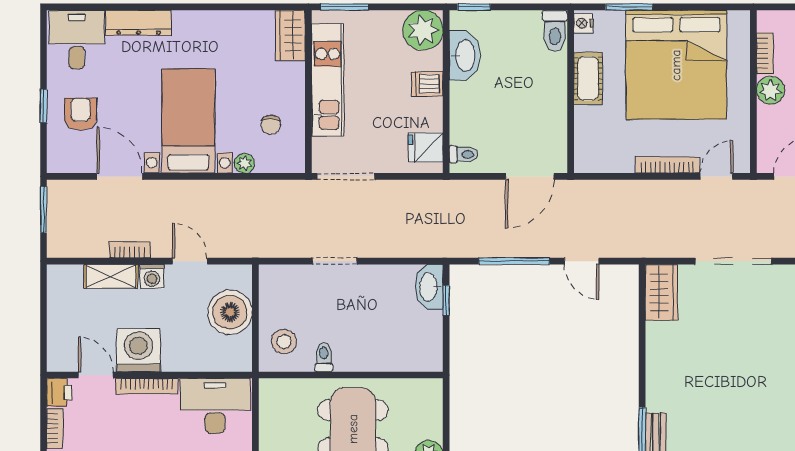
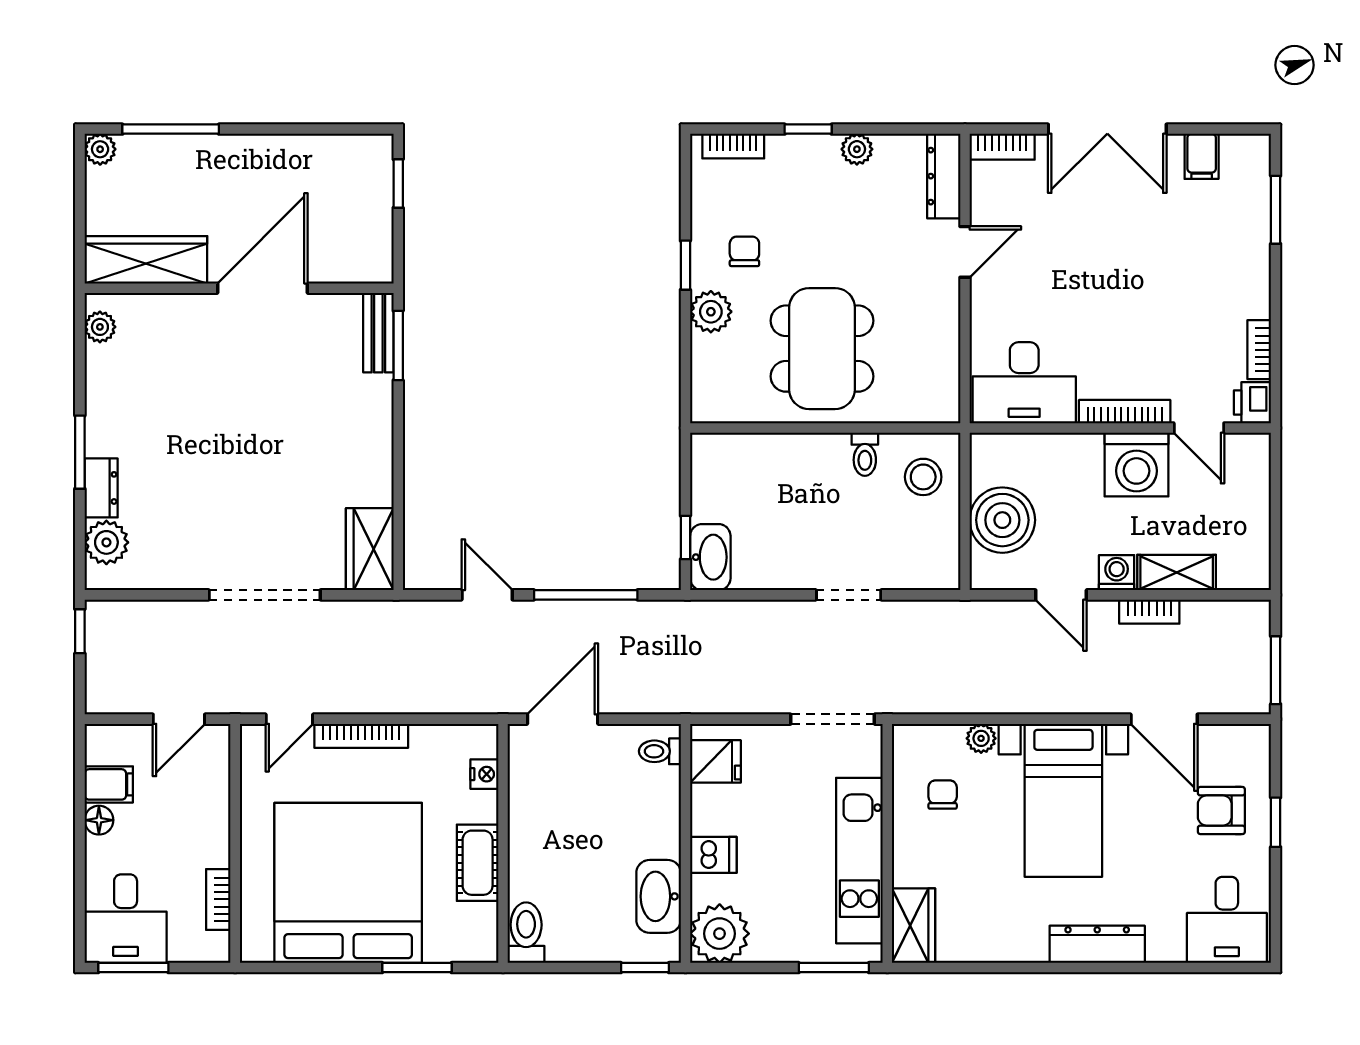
dresser: (139, 23) -> (1097, 944), moved
nightstand: (583, 23) -> (484, 774), moved
plant: (771, 90) -> (210, 845), removed
armchair: (81, 114) -> (1221, 811), turned 90

